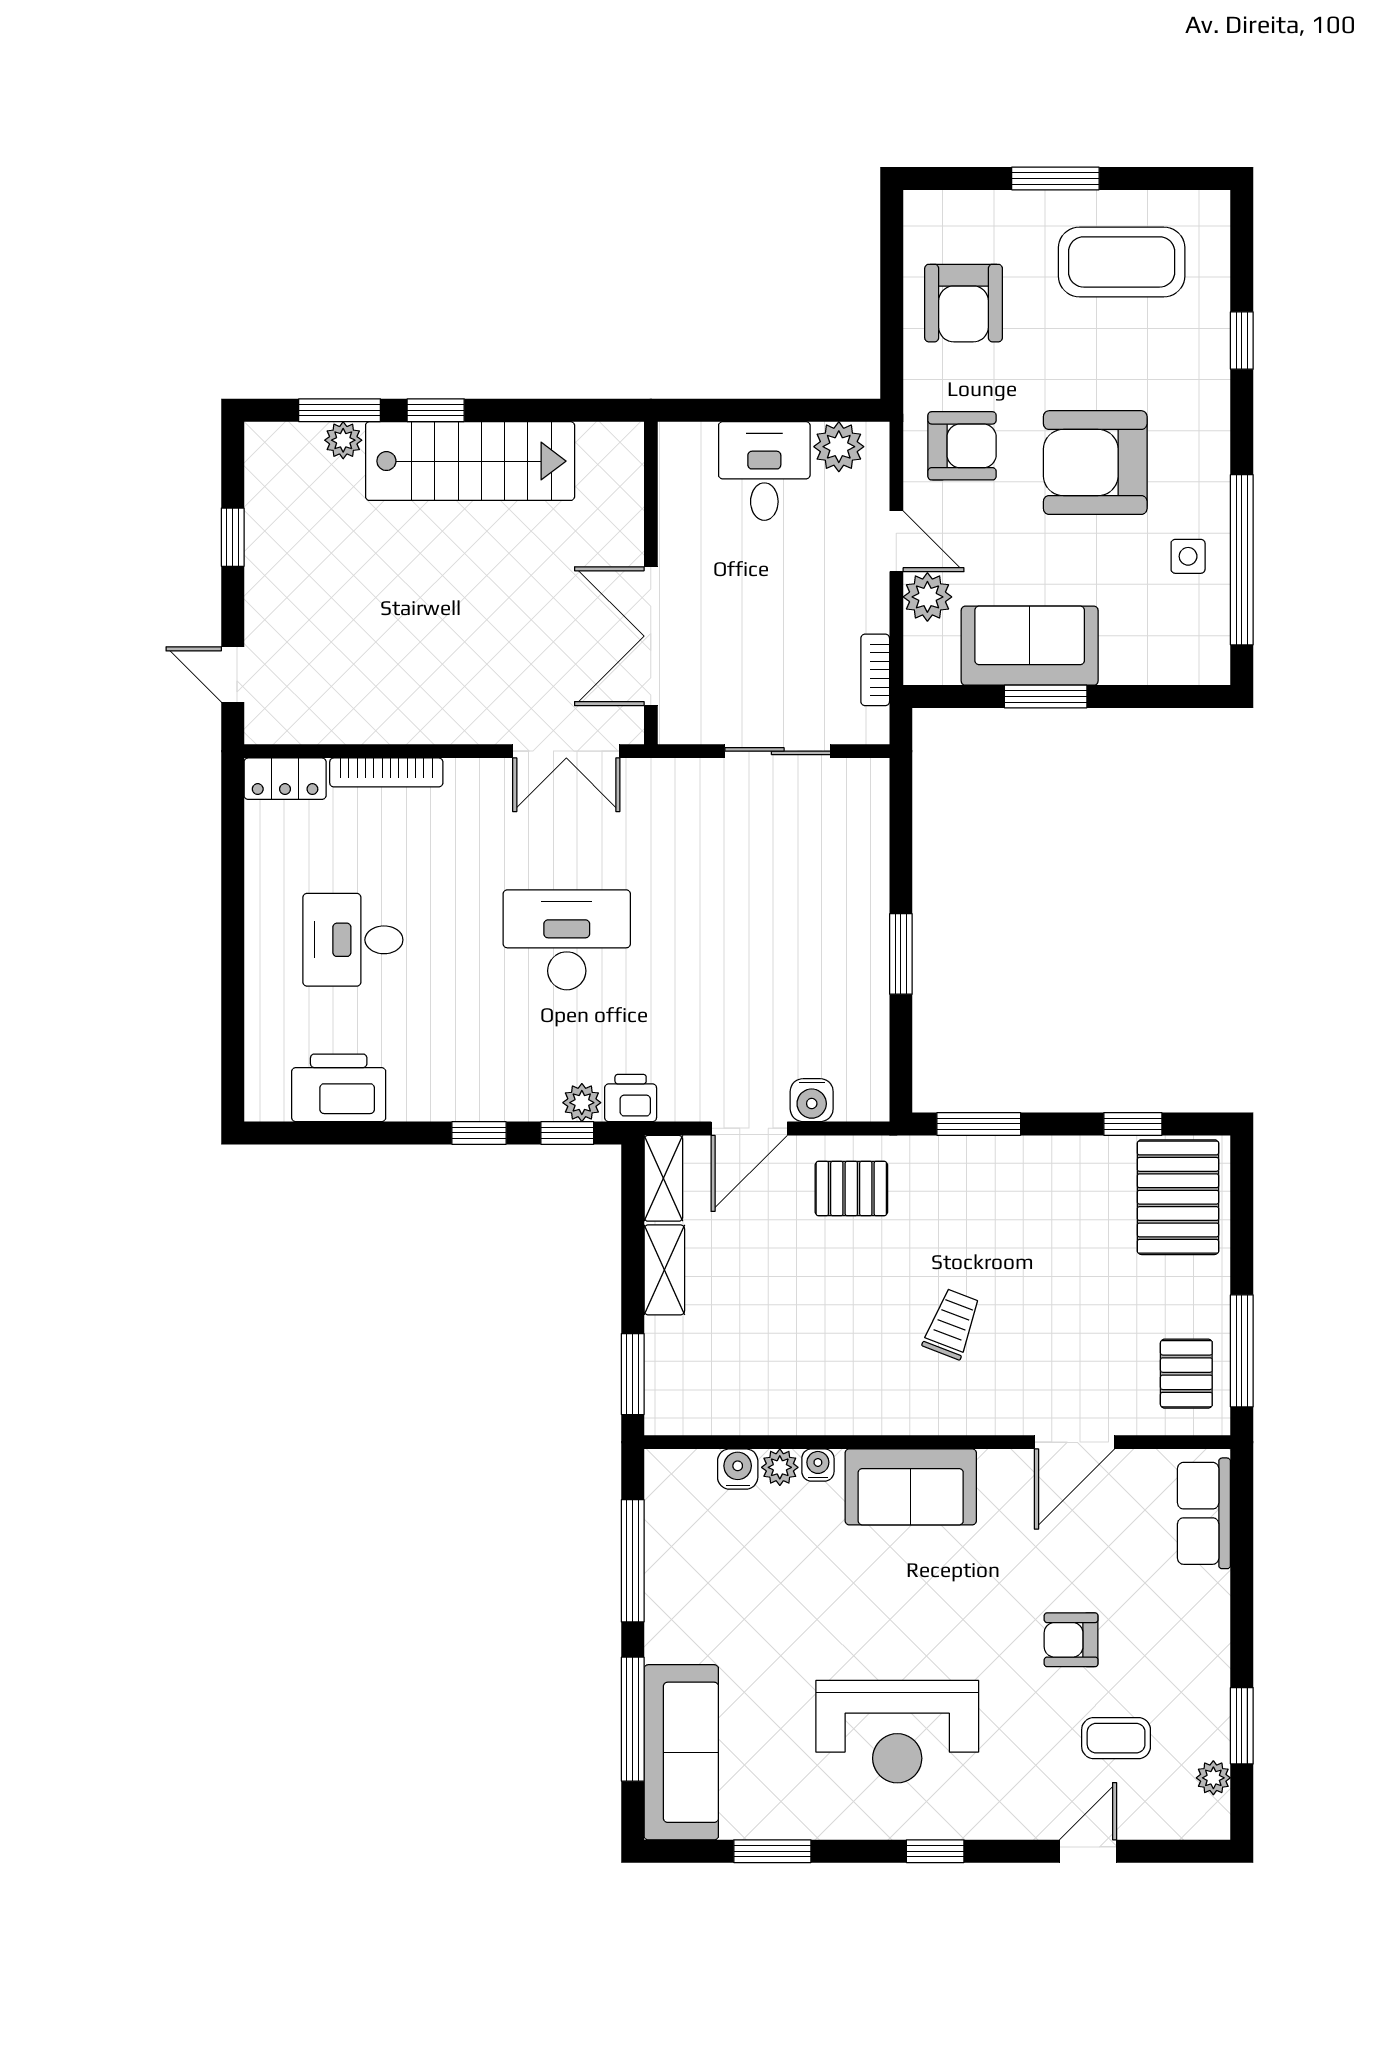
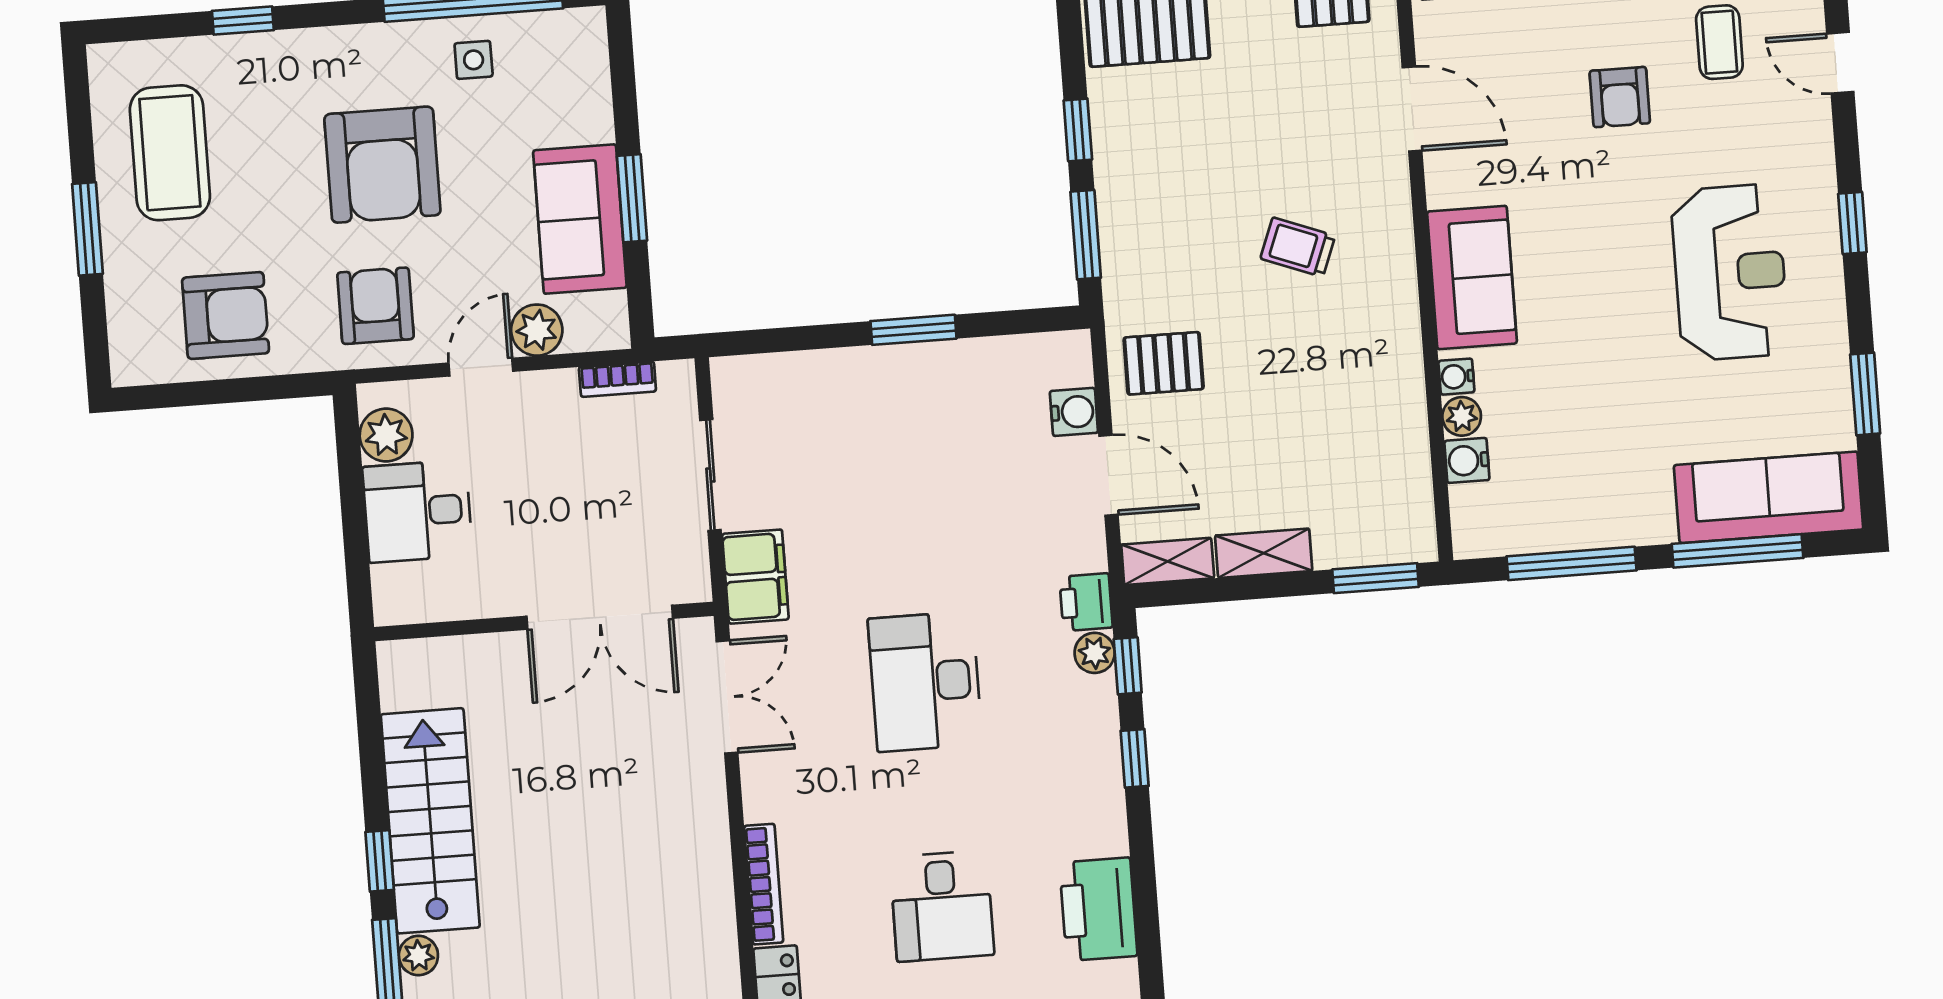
filing cabinet: (678, 787) -> (755, 577), added
window: (1133, 1124) -> (1078, 130), moved
pallet: (851, 1189) -> (1164, 363), turned 90

